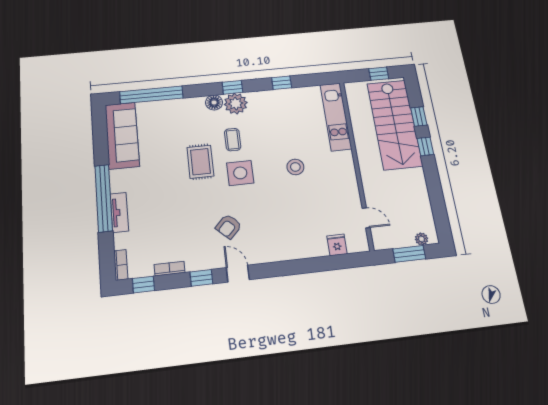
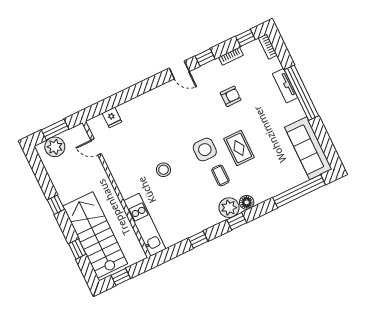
window: (425, 146) -> (56, 205), moved
armchair: (229, 226) -> (231, 96), moved, turned 46
plant: (421, 239) -> (55, 147), width x1.88, depth x1.88

